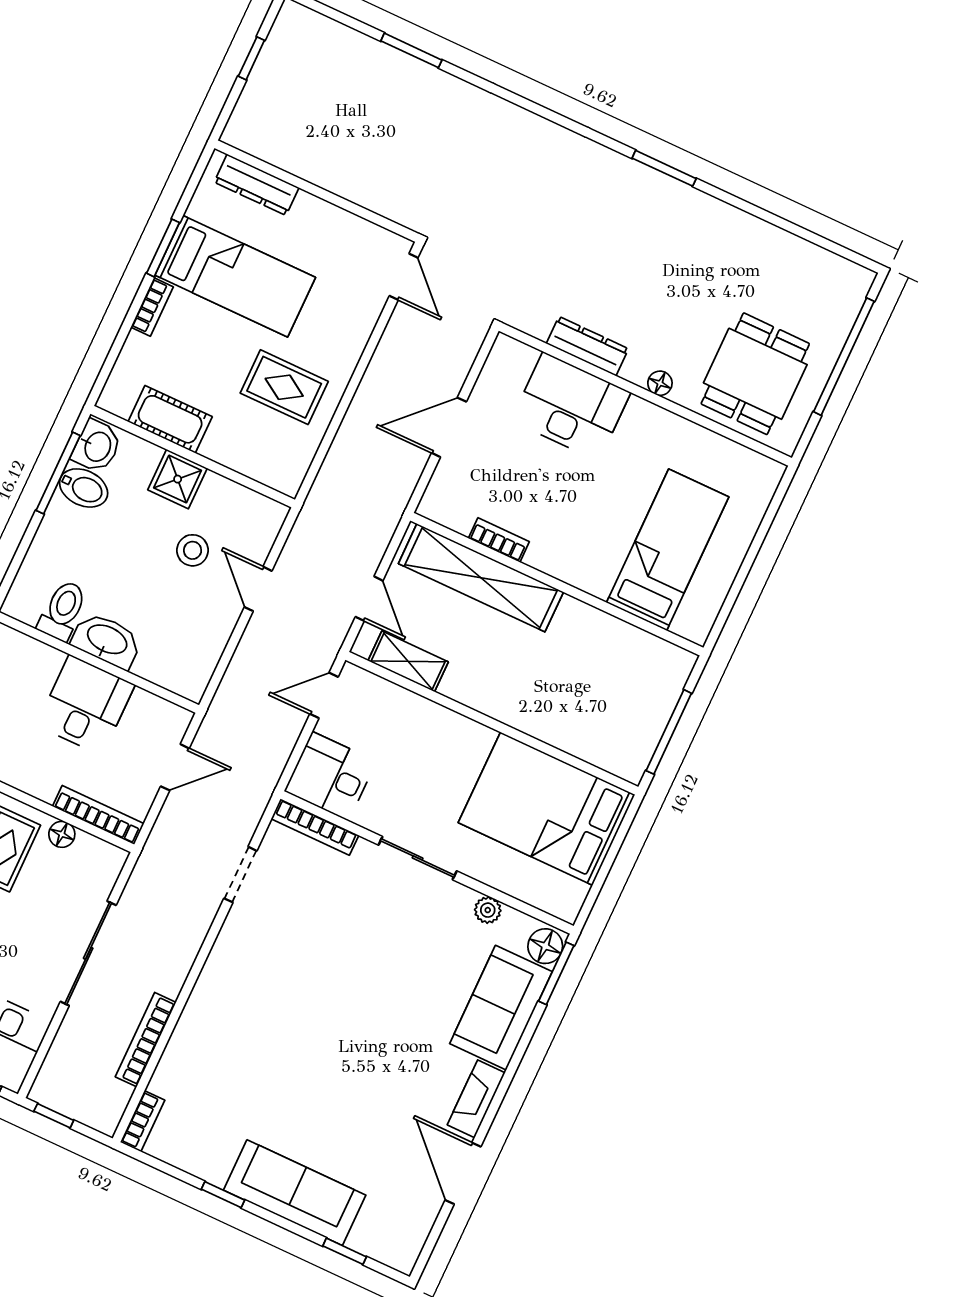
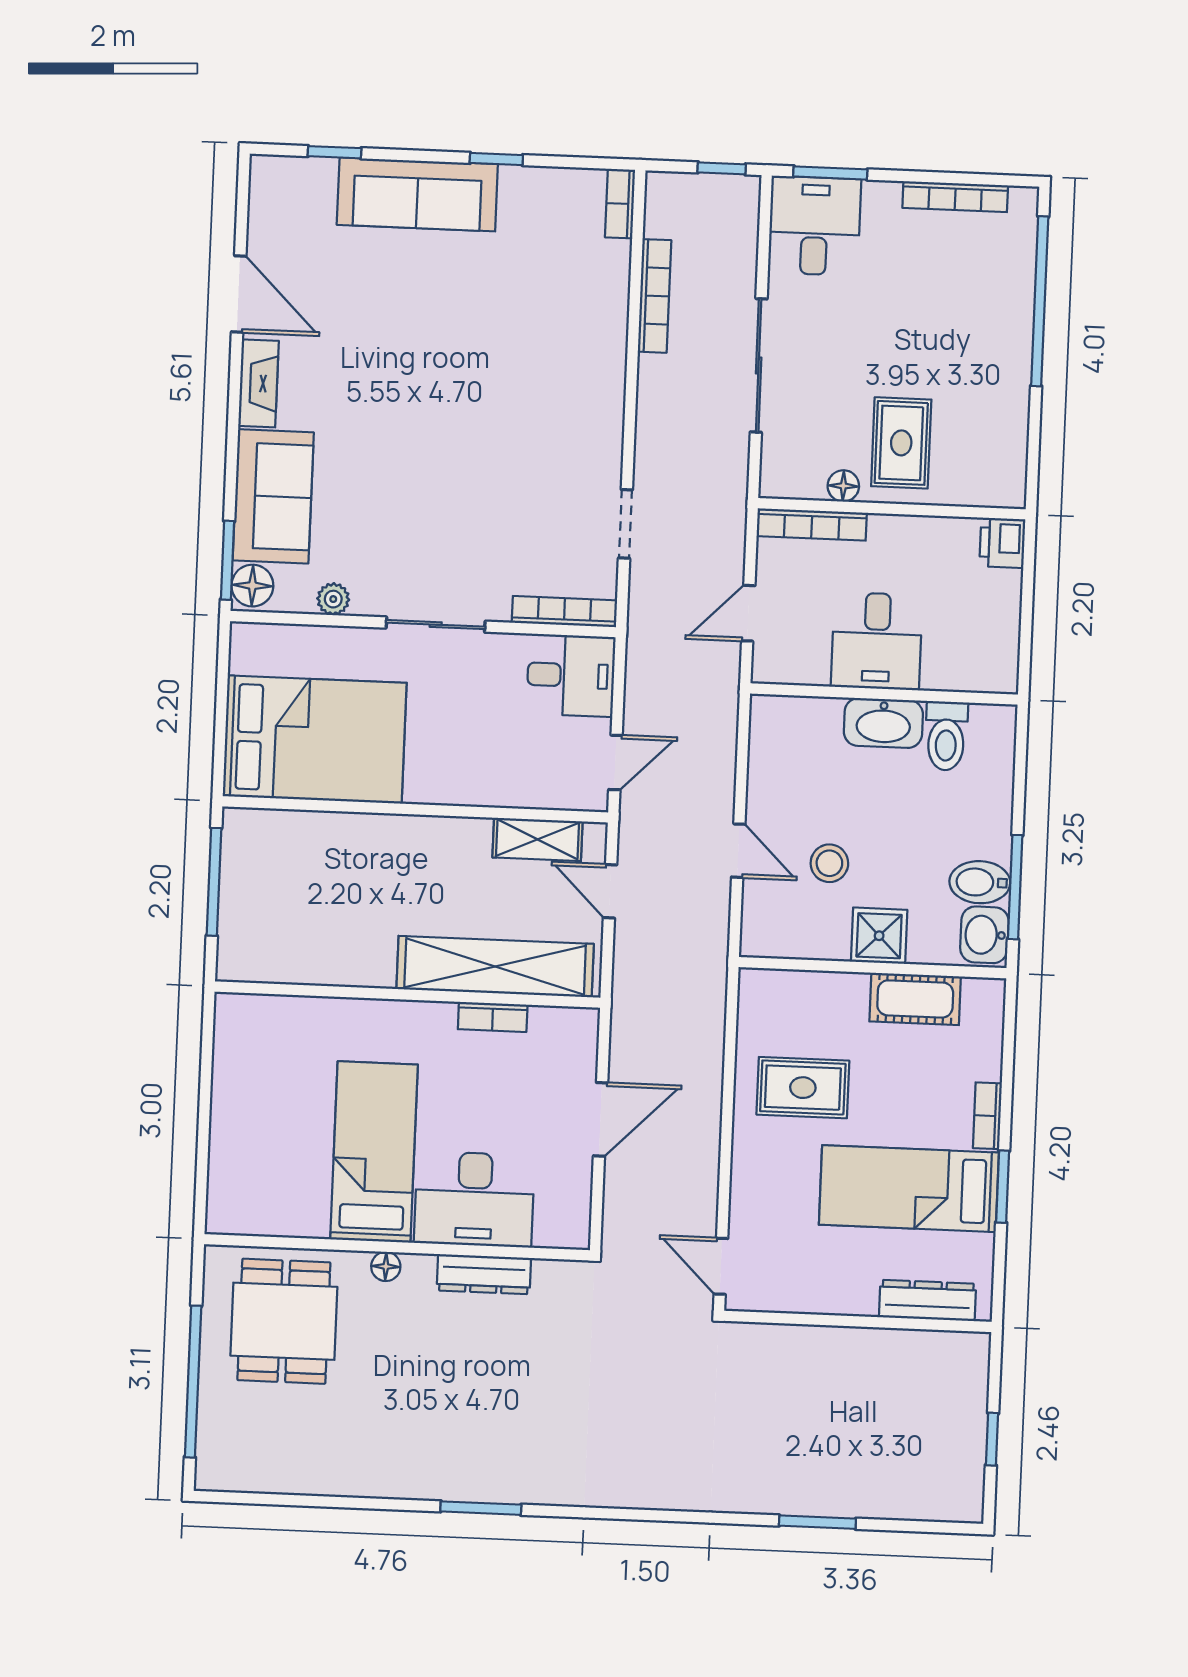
bed: (668, 550) -> (374, 1152), moved, turned 180

